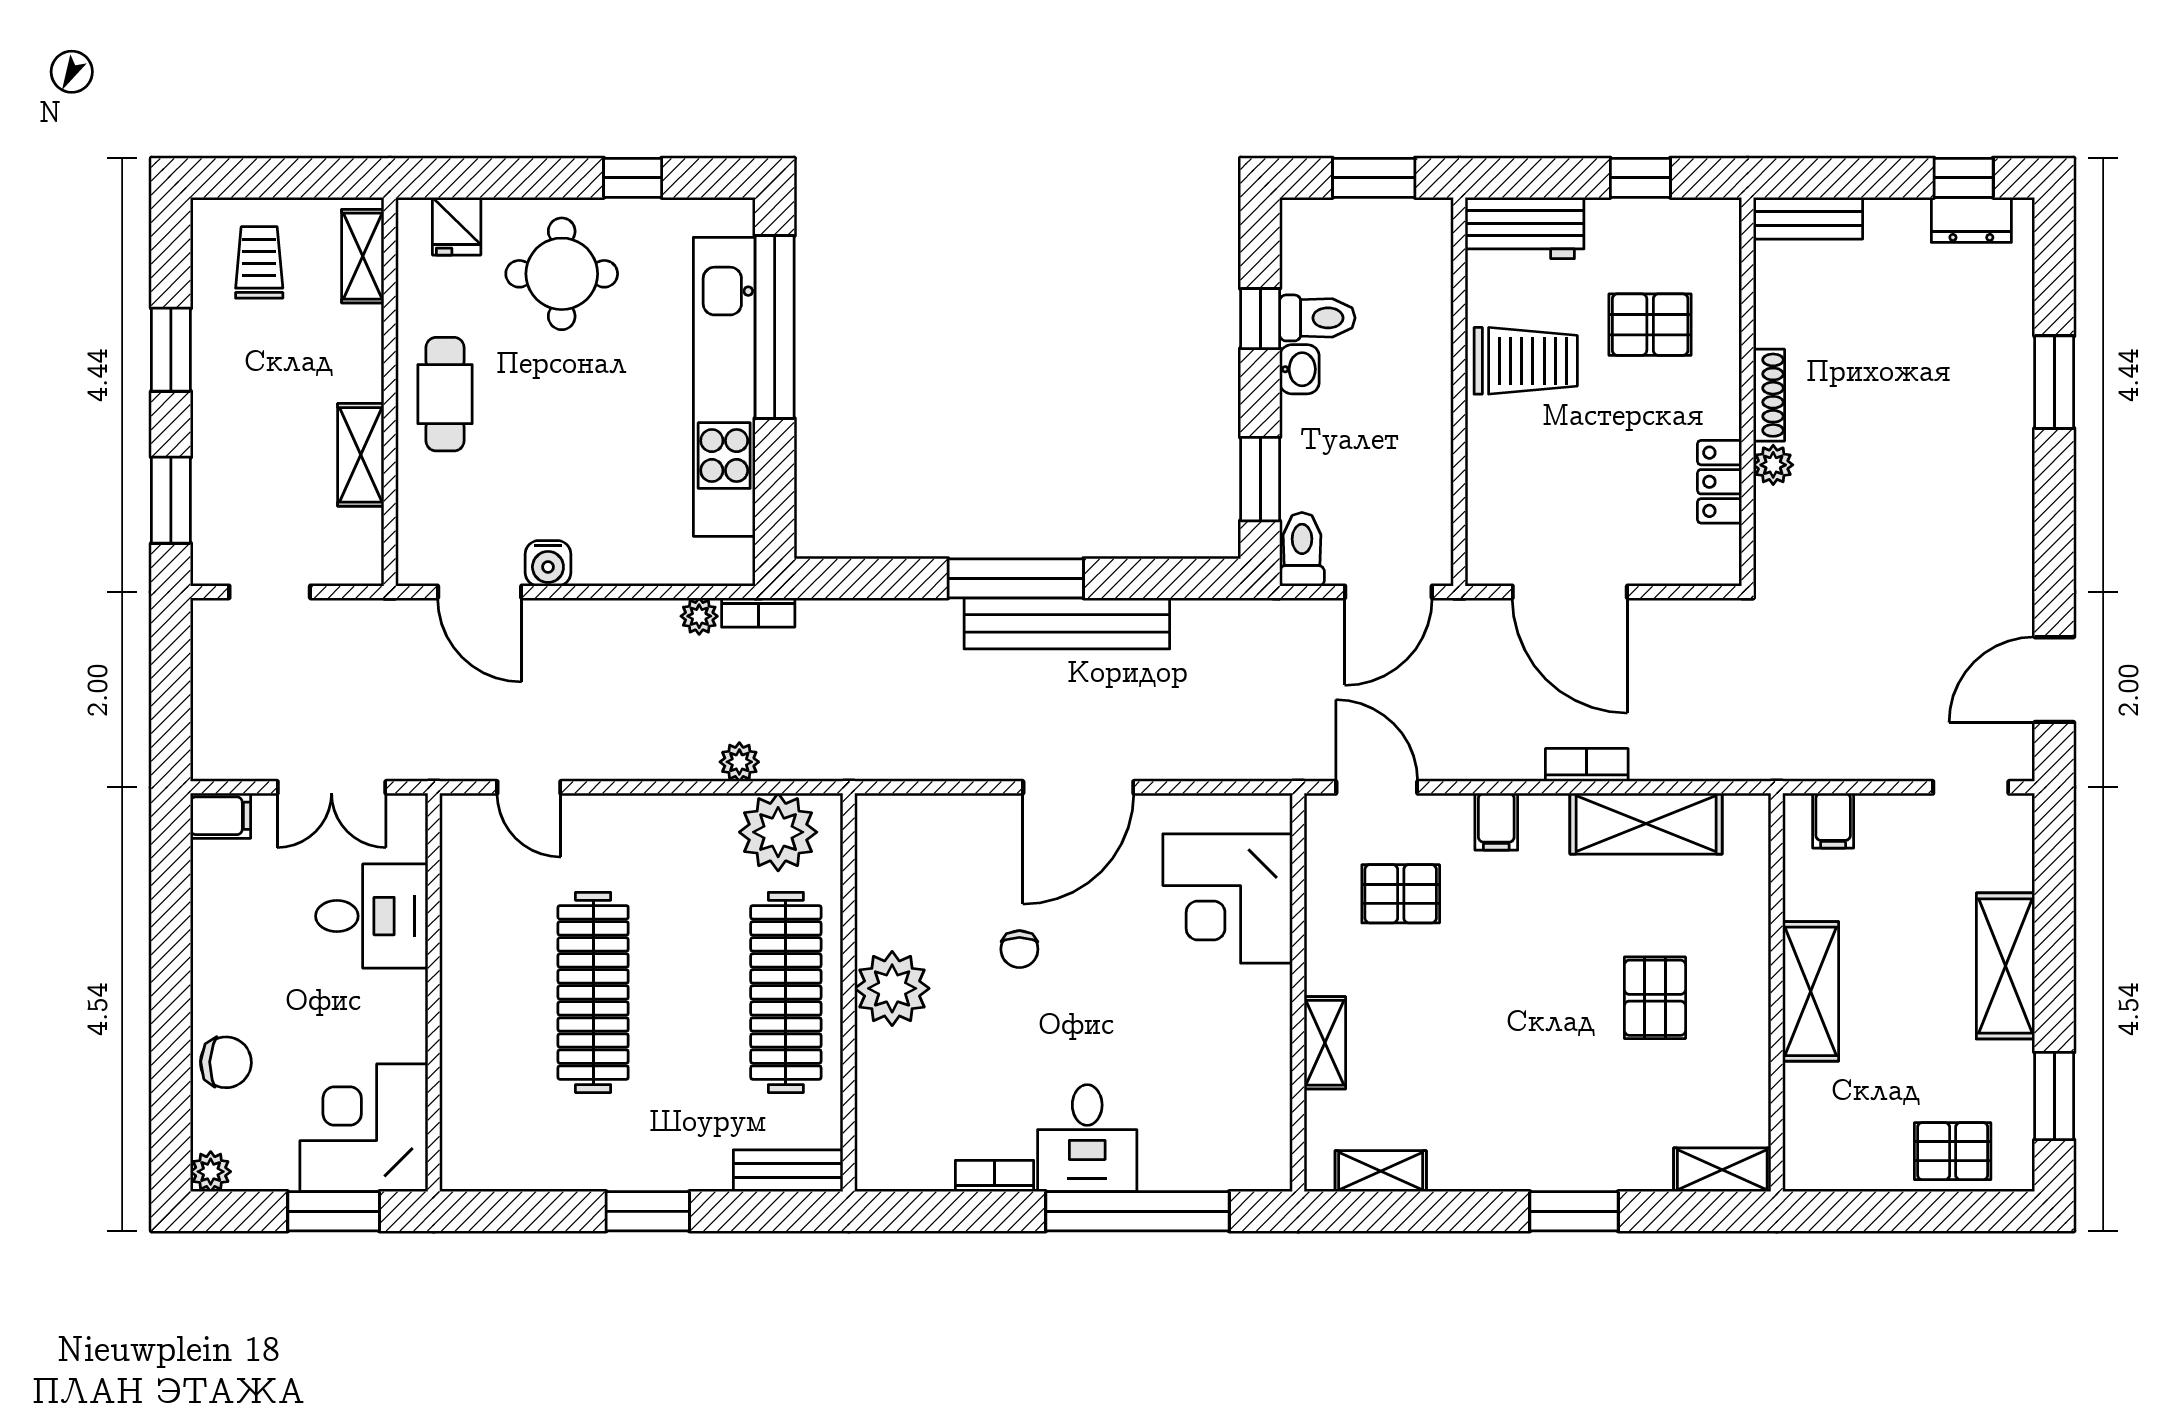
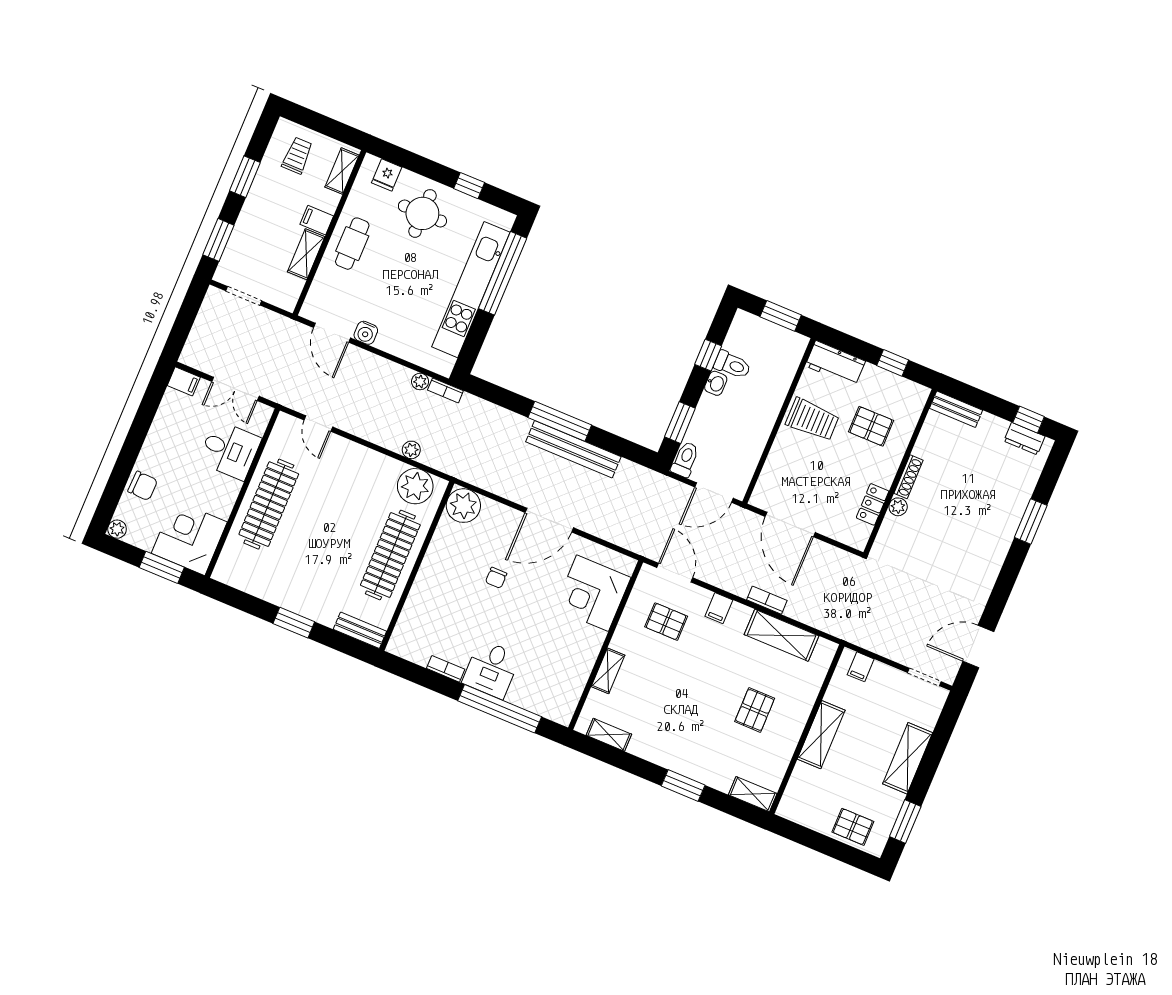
filing cabinet: (353, 377) -> (317, 220), added
plant: (892, 988) -> (463, 506), moved
clothes rail: (593, 992) -> (269, 504), moved

